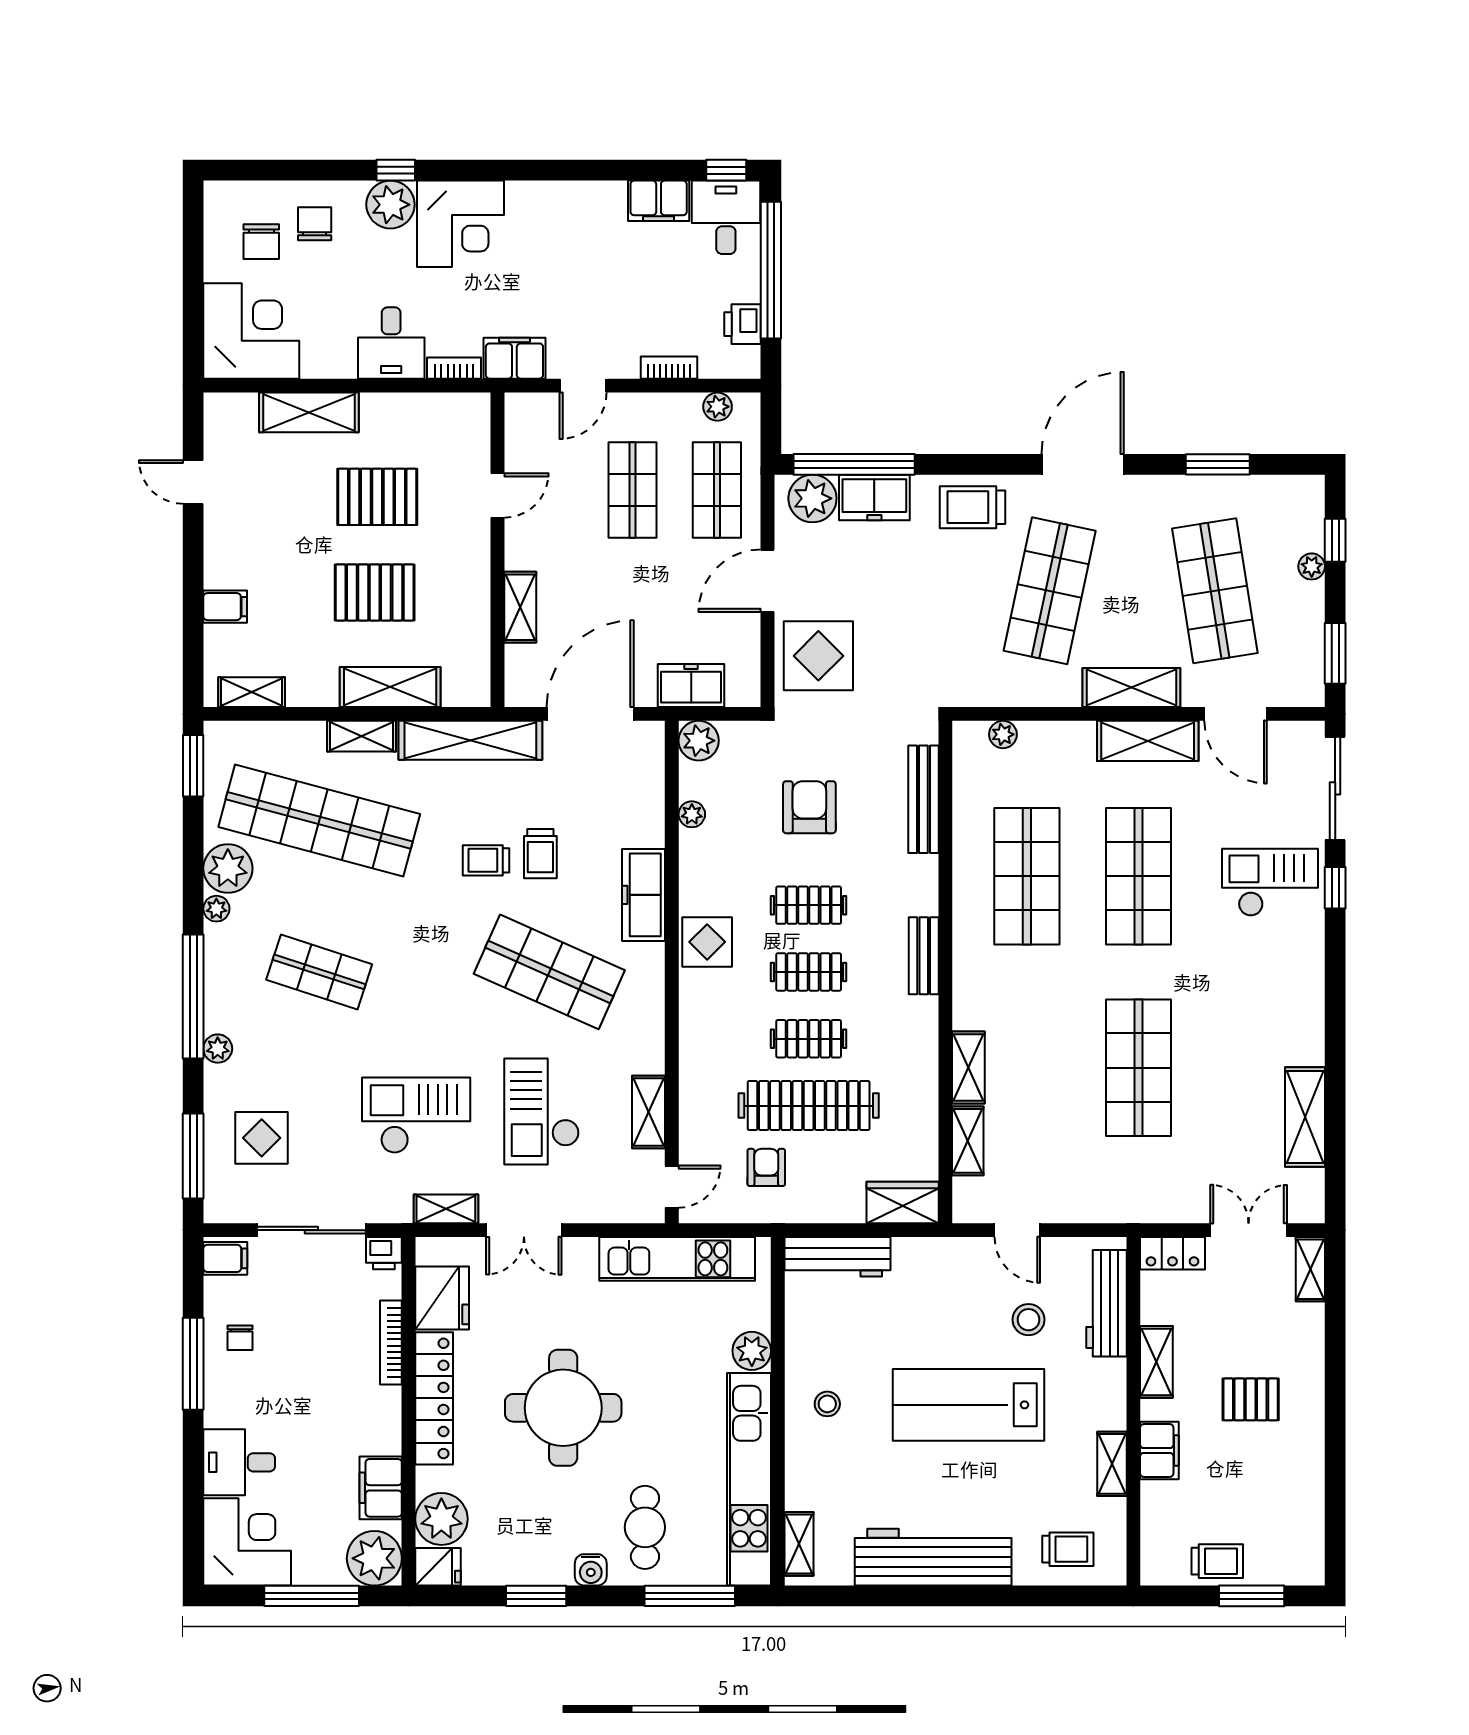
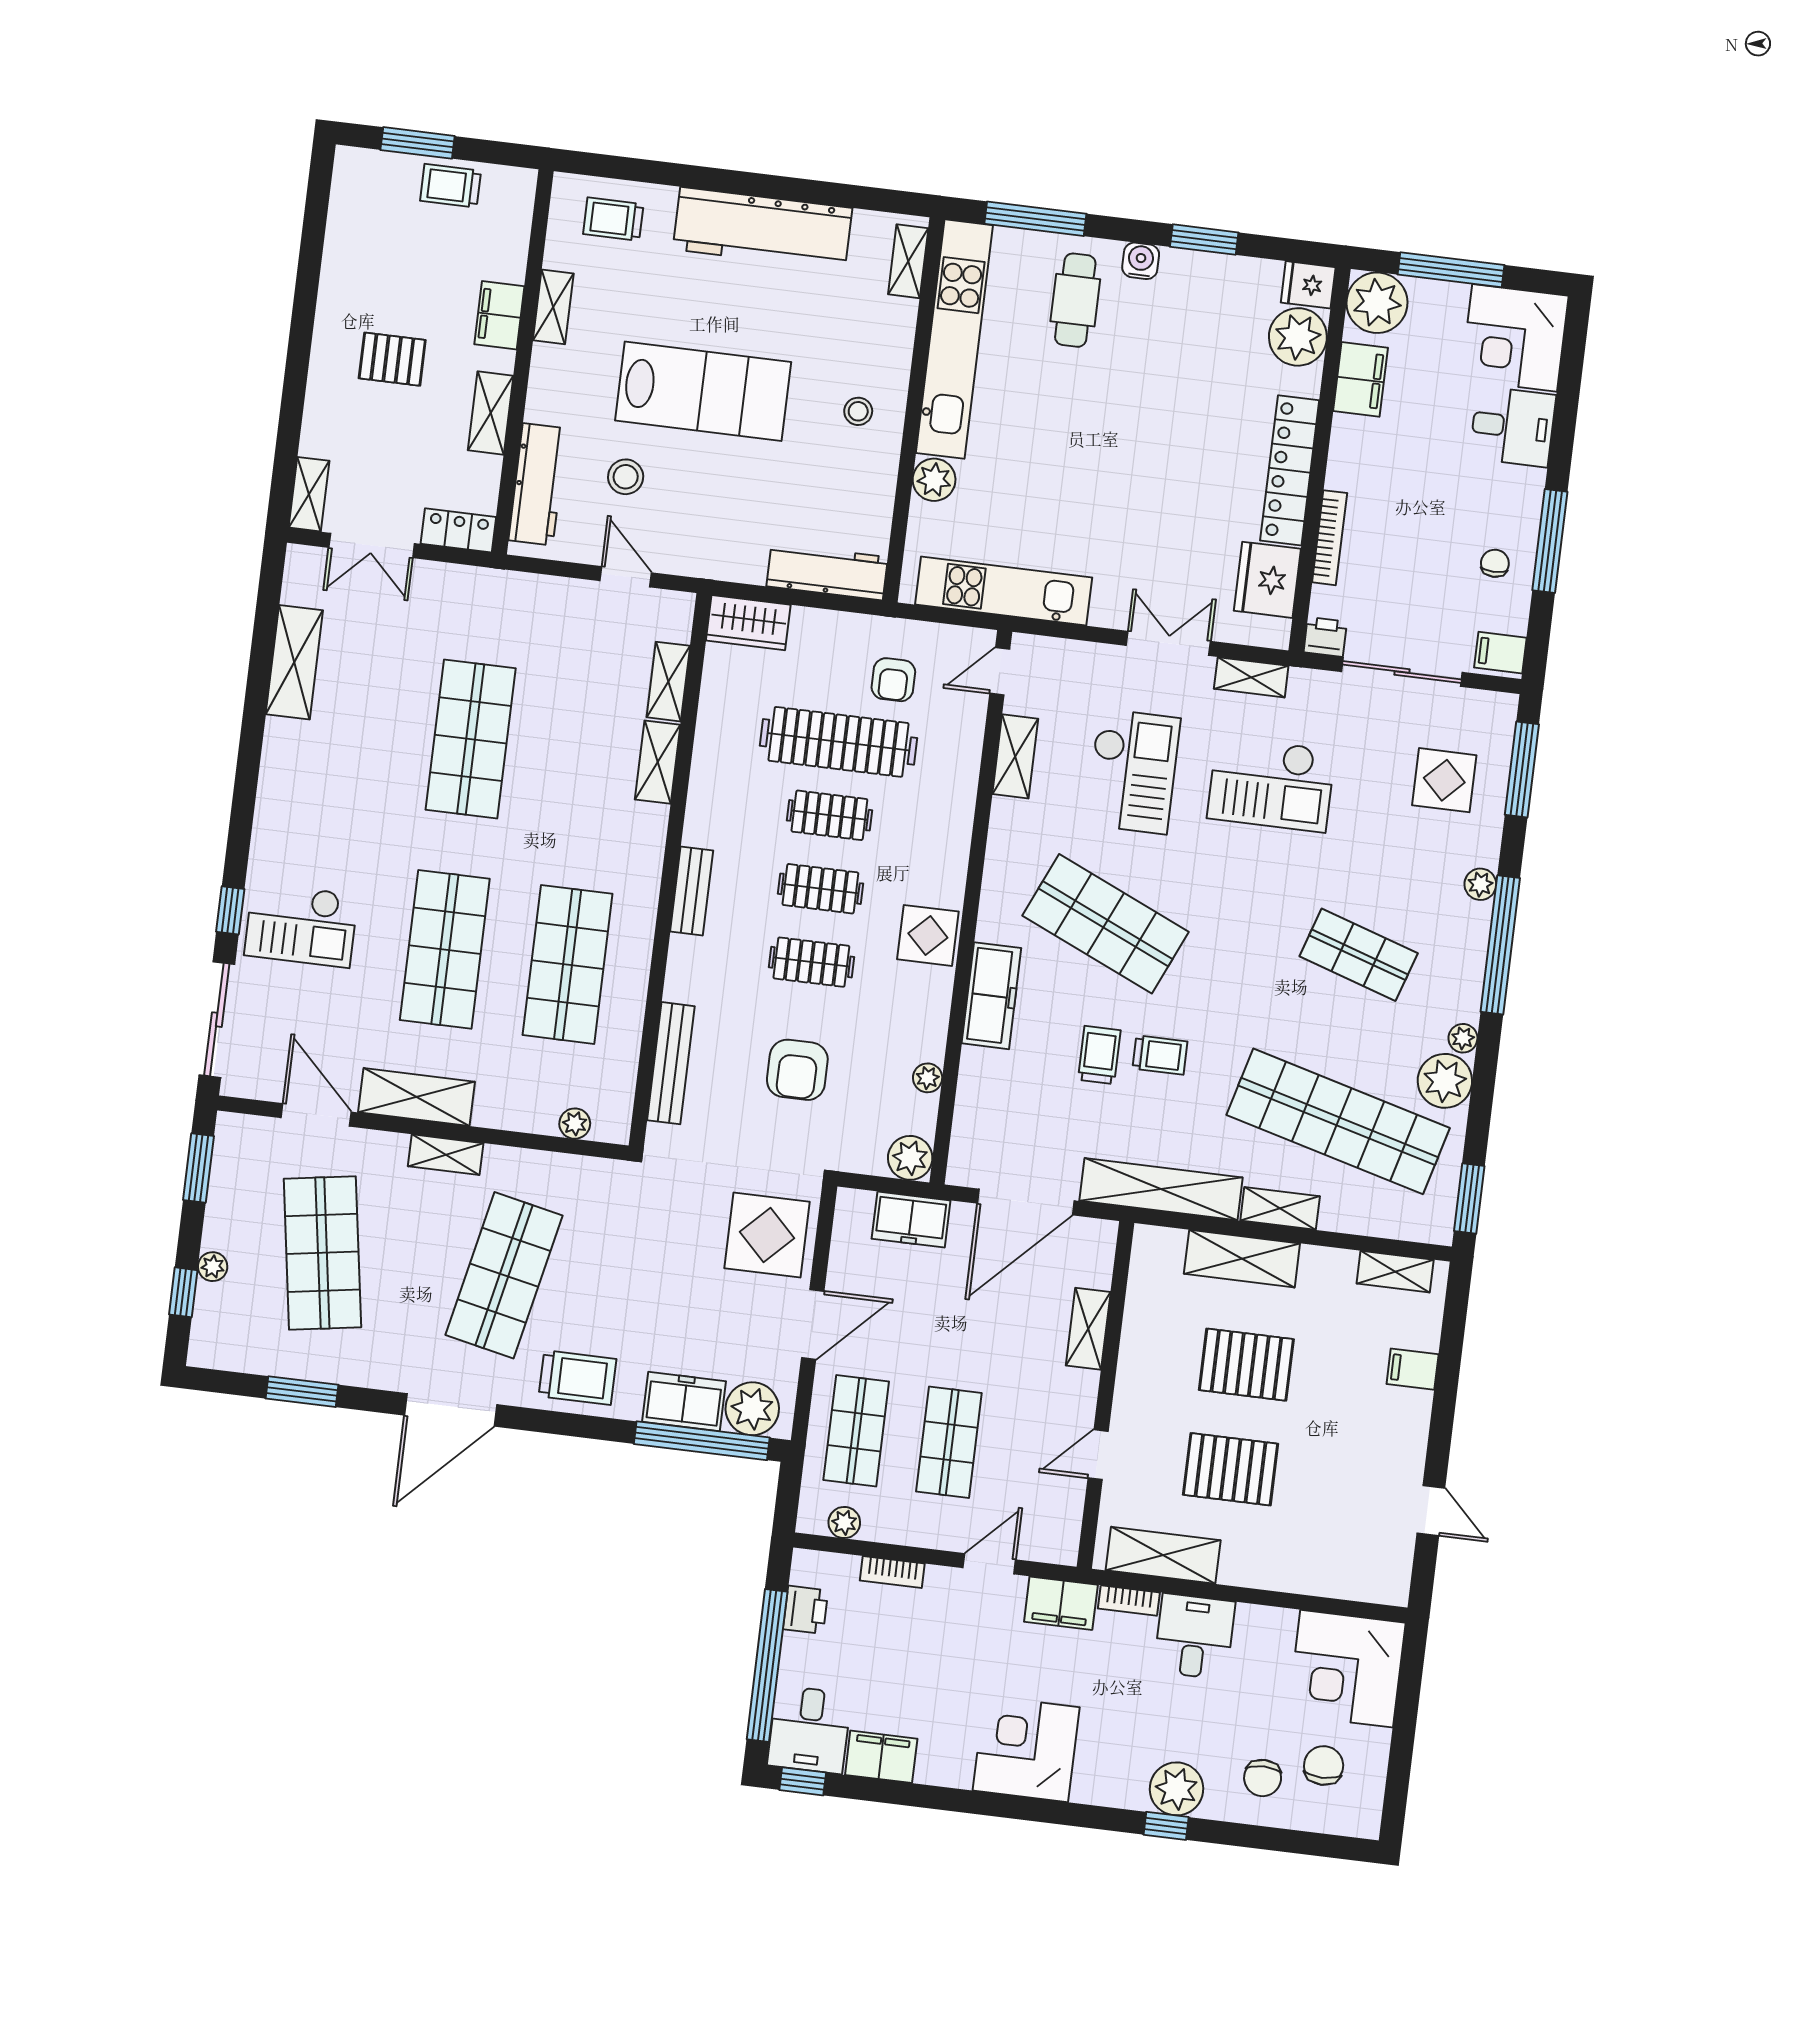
corner desk: (461, 224) -> (1026, 1749), moved
shelving: (309, 412) -> (1163, 1555), moved
shelving: (1131, 688) -> (446, 1155), width x0.67, depth x0.75
round table: (563, 1408) -> (1149, 443), removed

